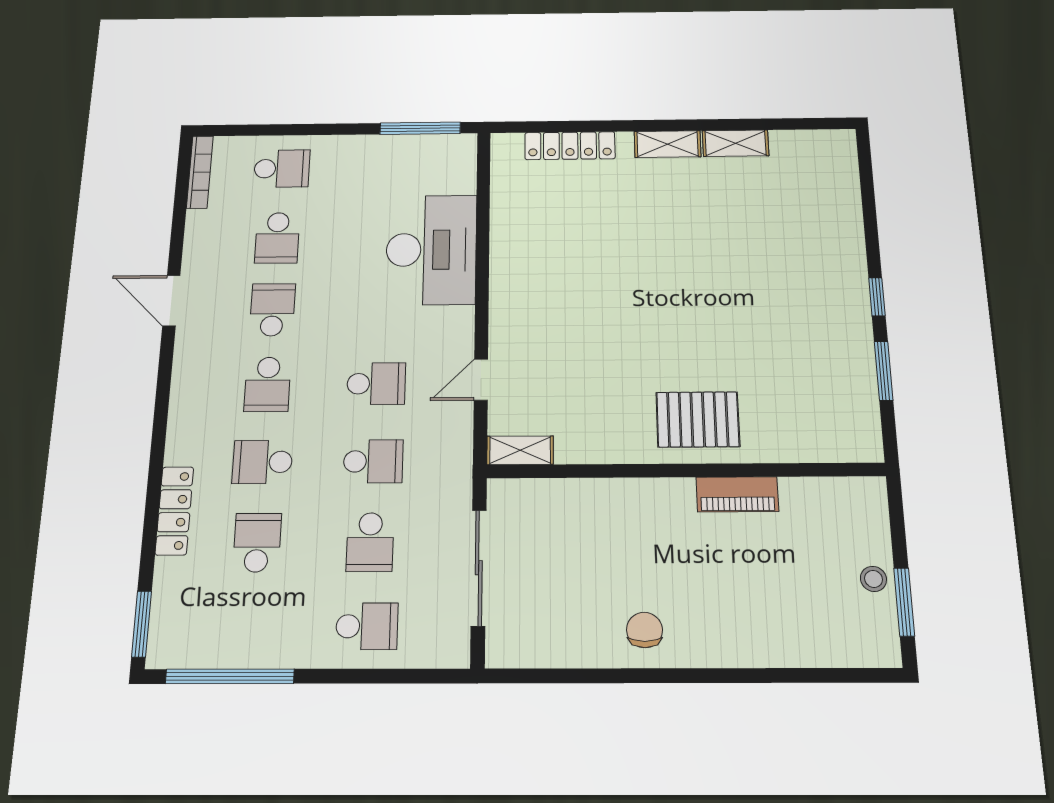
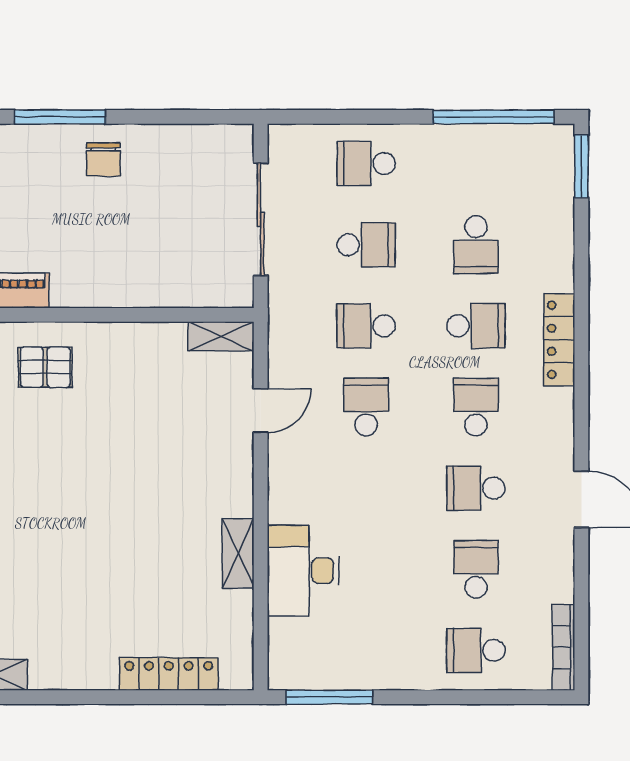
shelving: (668, 144) -> (238, 553), moved, turned 90
desk: (431, 250) -> (303, 571), width x0.73, depth x0.77
school desk: (272, 310) -> (476, 488), turned 90
school desk: (376, 384) -> (366, 407), turned 90
pallet: (698, 419) -> (45, 367), width x0.67, depth x0.71
locker: (174, 511) -> (559, 340), moved
school desk: (370, 542) -> (366, 245), turned 90
window: (692, 676) -> (60, 117), added

